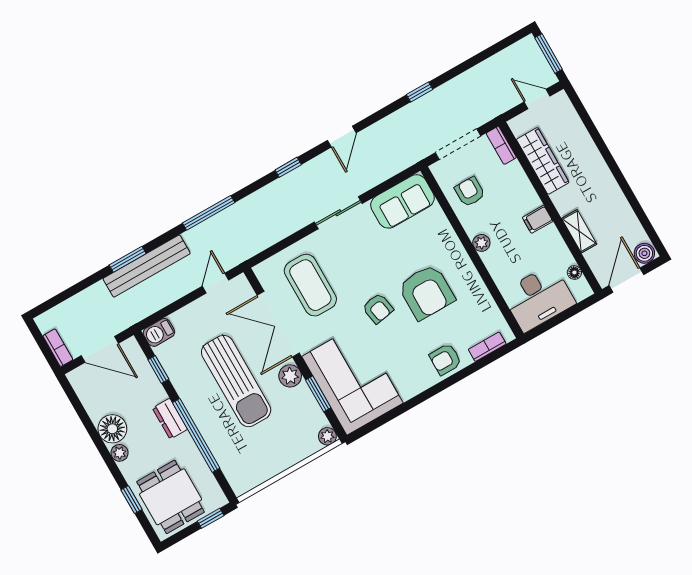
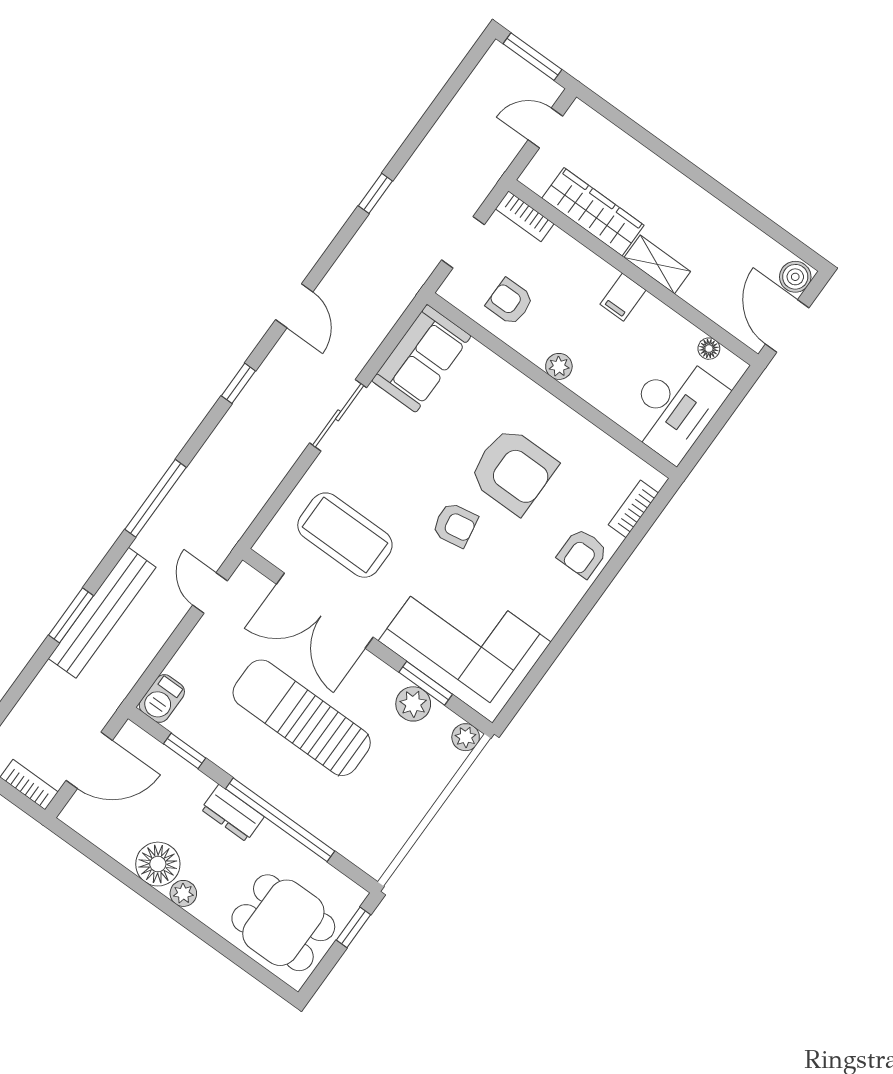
doorway: (458, 144) -> (463, 242), width x0.73
shelving: (579, 231) -> (657, 264), moved
plant: (290, 376) -> (413, 704), moved
sun lounger: (236, 381) -> (302, 718), turned 180
window: (132, 500) -> (230, 951), removed

